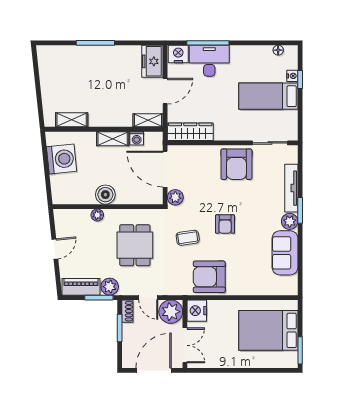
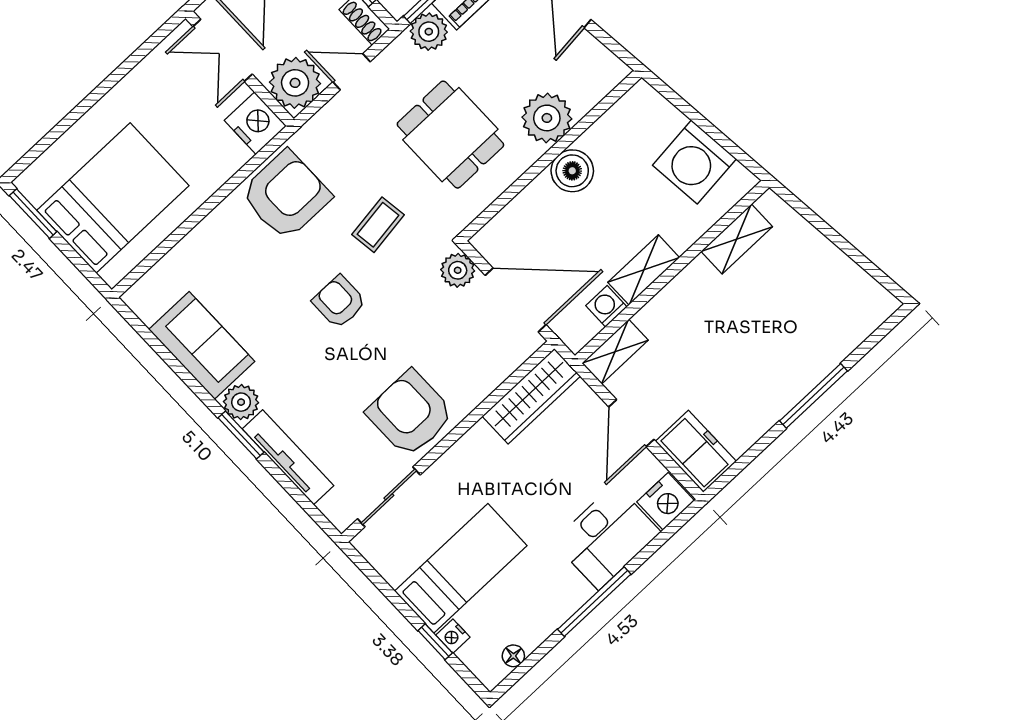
window: (208, 43) -> (594, 602), moved
plant: (97, 215) -> (547, 118), width x1.88, depth x1.88

